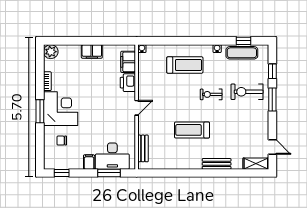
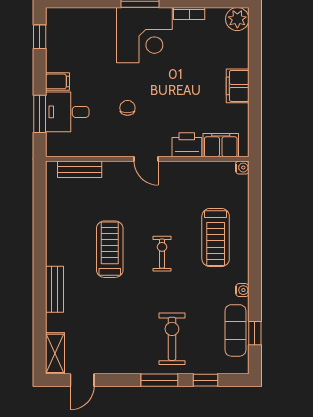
exercise bike: (211, 94) -> (162, 254), moved
chair: (62, 141) -> (127, 108), moved
desk: (112, 156) -> (67, 112), width x0.73

